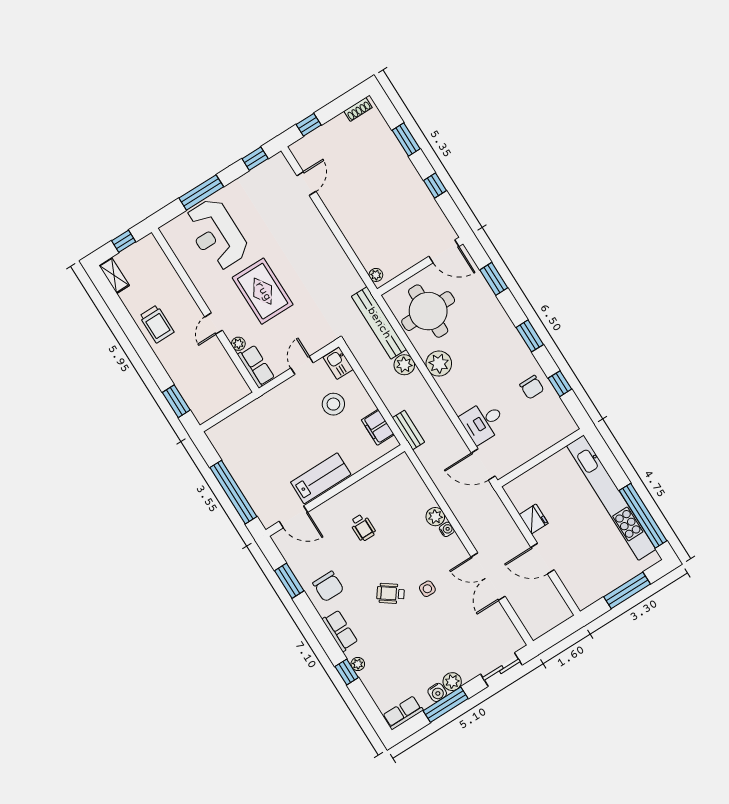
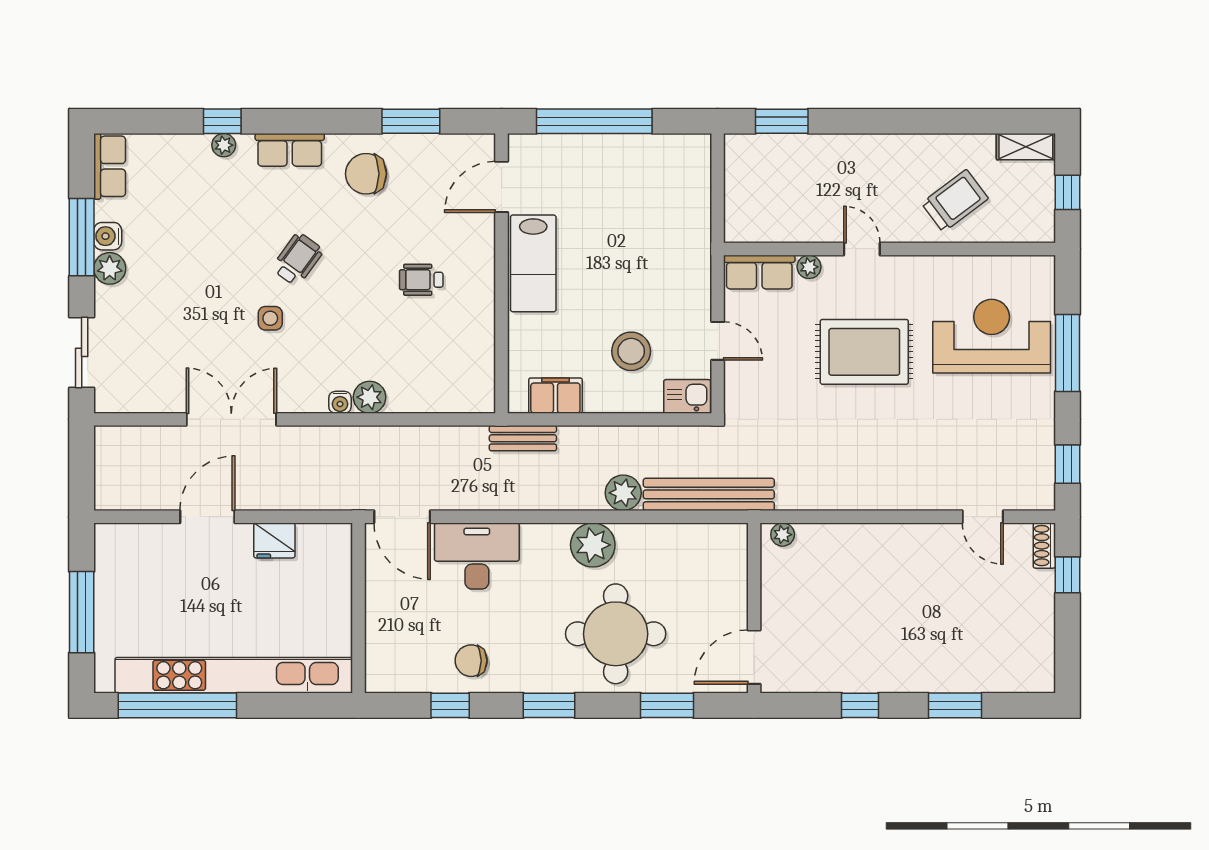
shoe rack: (358, 109) -> (1044, 546), moved
round table: (428, 311) -> (616, 634), moved
trolley: (157, 324) -> (955, 201), moved, turned 143
desk: (483, 422) -> (477, 556), width x1.37
door: (483, 464) -> (402, 517), swing flipped

